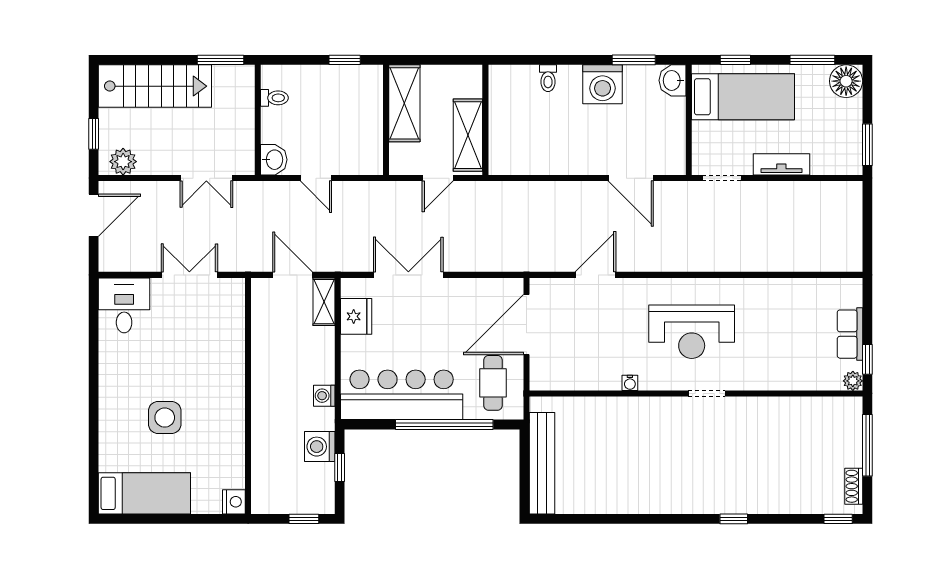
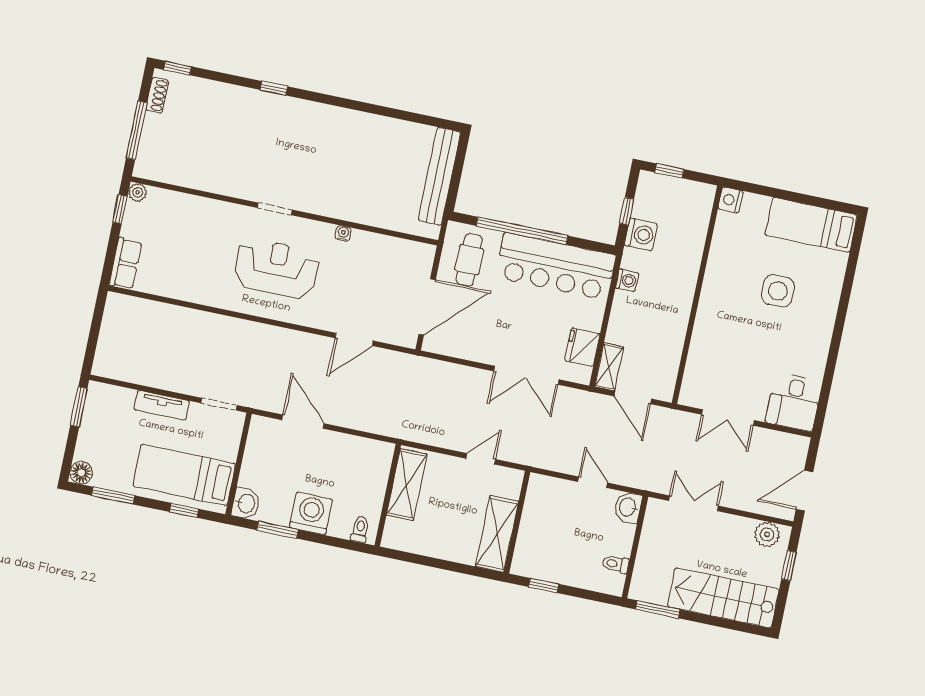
floor lamp: (846, 81) -> (81, 473), width x0.73, depth x0.73
wall: (485, 120) -> (388, 495), moved
shelving: (468, 135) -> (407, 485), moved
row of seats: (850, 334) -> (126, 263), moved

